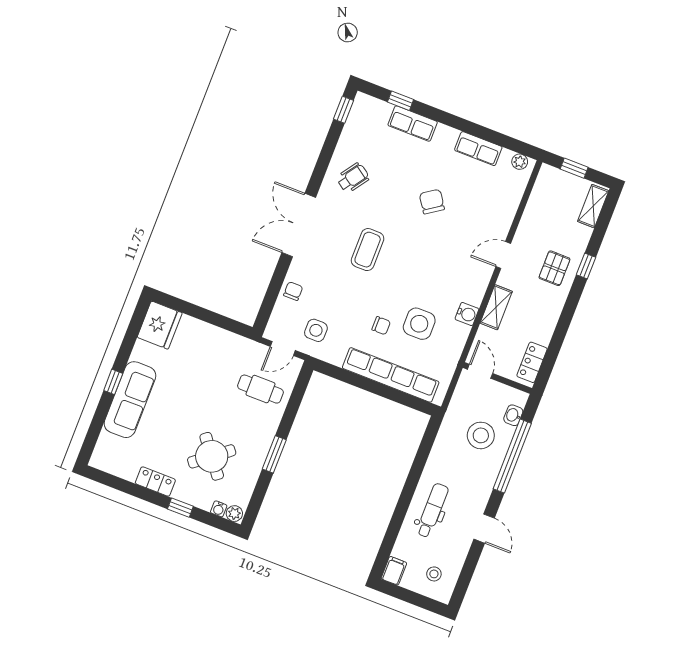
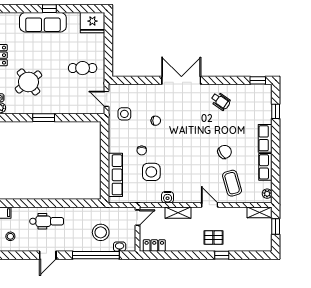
row of seats: (413, 124) -> (265, 138), moved
shelving: (593, 206) -> (259, 212), moved
coffee table: (368, 250) -> (232, 183), moved, turned 74
chair: (293, 291) -> (156, 121), moved
row of seats: (391, 375) -> (115, 175), width x0.73
cafe table: (261, 389) -> (83, 68), moved, turned 90

